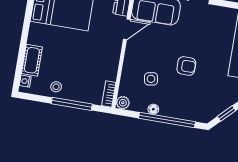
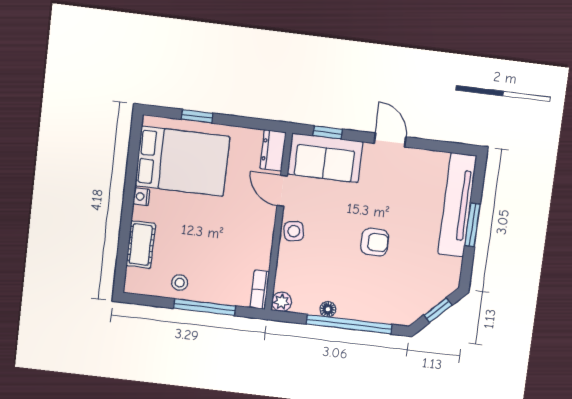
door: (127, 29) -> (282, 191), swing flipped
side table: (151, 79) -> (294, 231), moved
nightstand: (25, 81) -> (141, 197), moved

